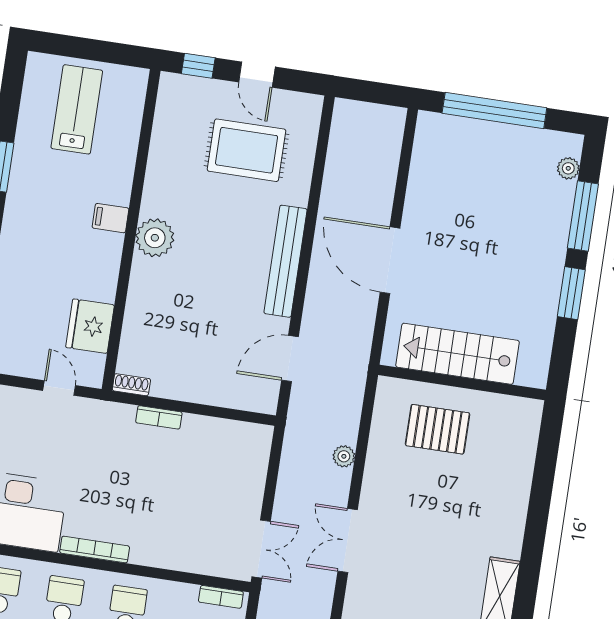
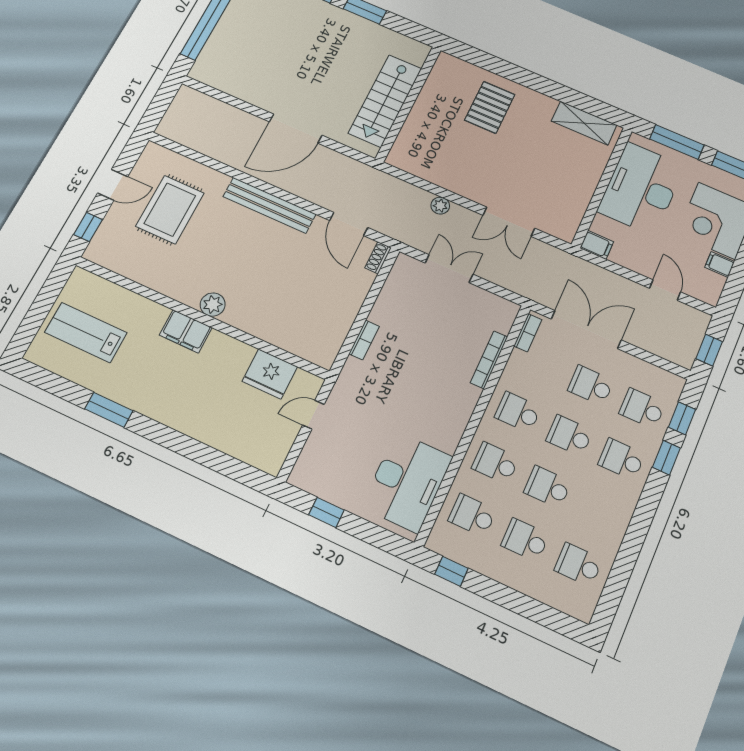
filing cabinet: (110, 218) -> (186, 331), width x2.00
plant: (155, 238) -> (213, 305), width x0.73, depth x0.73
shoe rack: (131, 385) -> (378, 258), moved
pallet: (438, 429) -> (490, 107), moved
double door: (261, 549) -> (449, 269), moved
bookcase: (95, 550) -> (489, 360), moved

